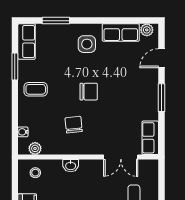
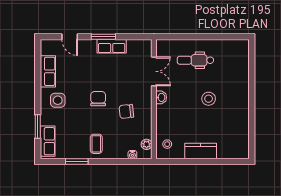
plant: (147, 30) -> (46, 49), removed
row of seats: (27, 42) -> (48, 141), moved, turned 90
row of seats: (150, 138) -> (112, 46), moved
washbasin: (71, 166) -> (161, 97), moved

